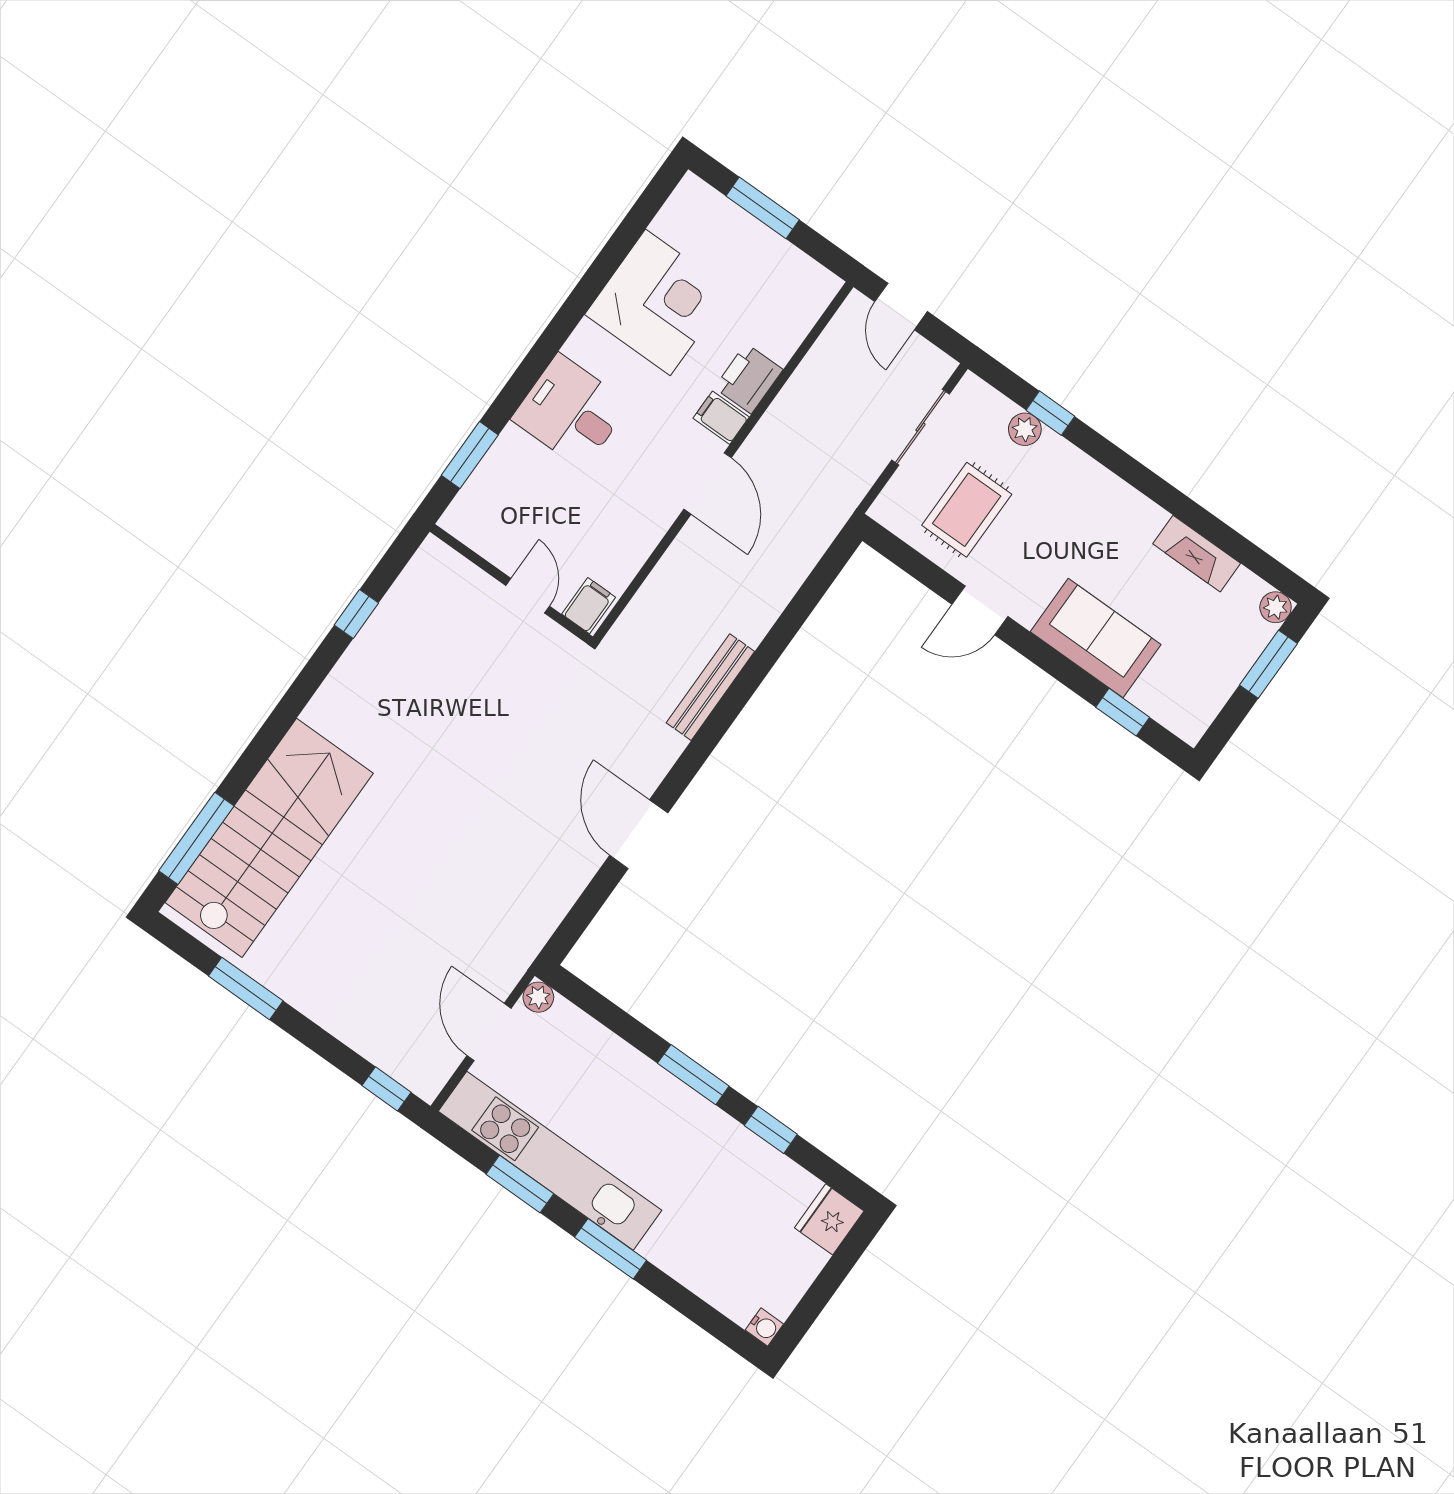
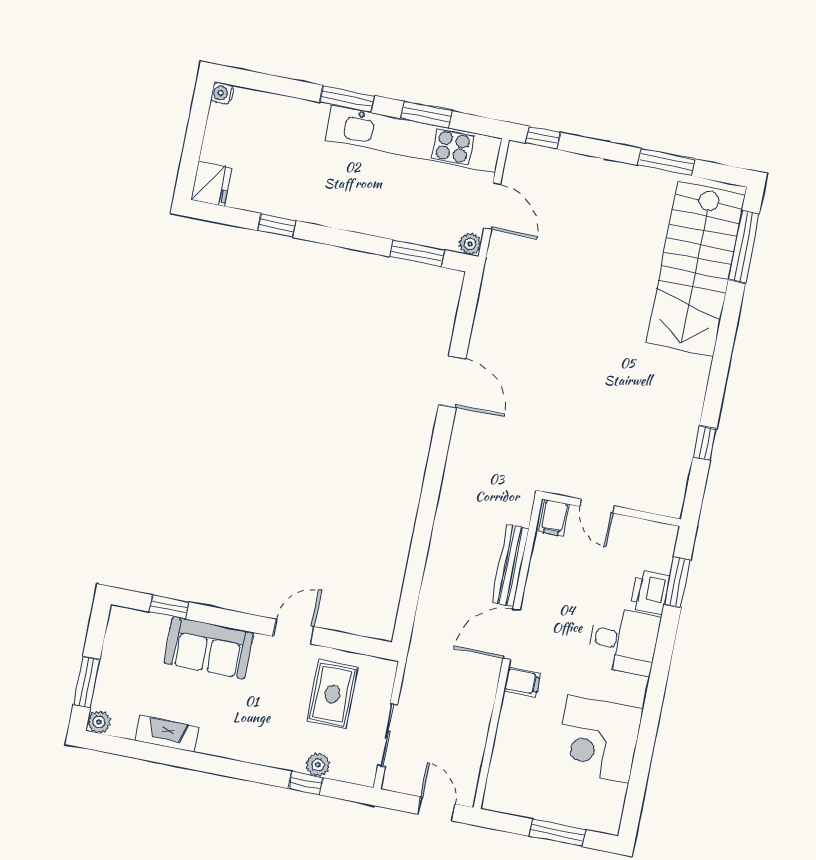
printer: (749, 379) -> (650, 592), moved, turned 180
door: (708, 483) -> (512, 634), hinge flipped
bench: (710, 687) -> (510, 566), moved
window: (693, 1075) -> (417, 253), moved

